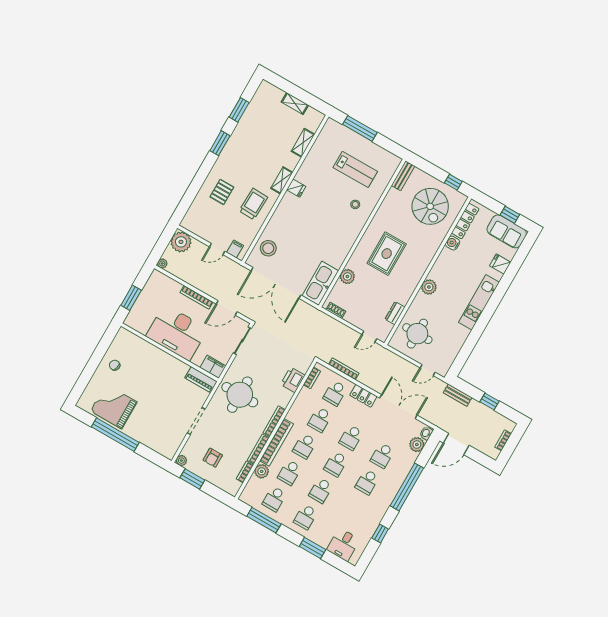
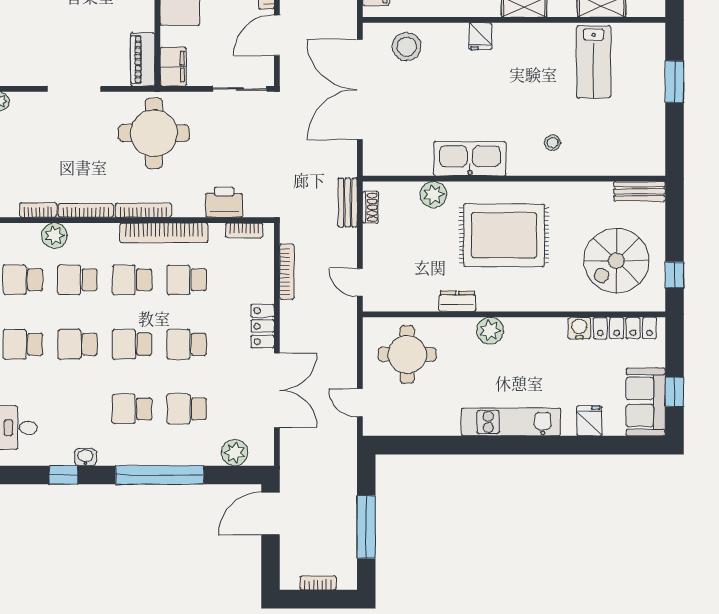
window: (360, 128) -> (674, 82), width x0.69
lab bench: (355, 169) -> (594, 62), moved
fridge: (296, 188) -> (480, 36), moved
rug: (387, 254) -> (504, 235), width x1.37, depth x1.44
kitchen sink: (320, 283) -> (470, 159), moved
door: (227, 308) -> (277, 35), hinge flipped
dresser: (395, 313) -> (457, 301), moved
school desk: (335, 393) -> (241, 280), removed
bench: (458, 395) -> (348, 202), moved
window: (489, 401) -> (366, 527), width x2.17
washbasin: (426, 433) -> (85, 457), moved
bookcase: (277, 442) -> (164, 233), moved
door: (456, 444) -> (271, 513), hinge flipped
armchair: (213, 458) -> (32, 147), removed

